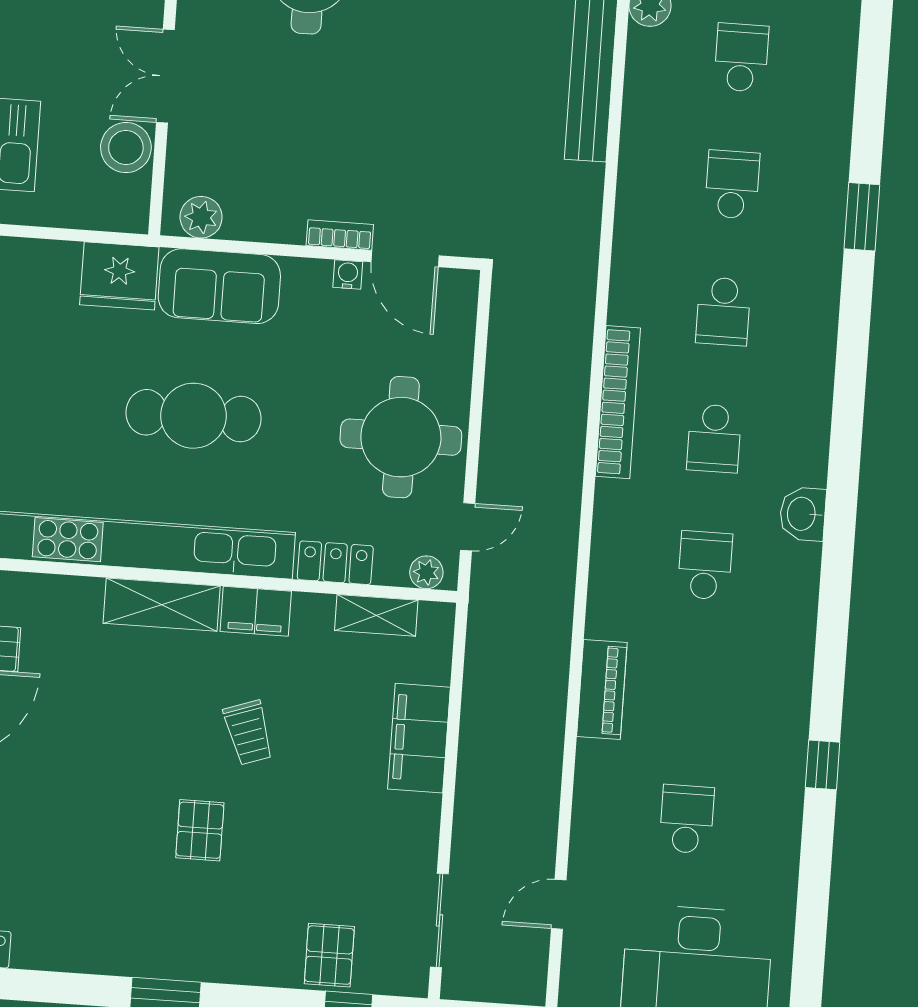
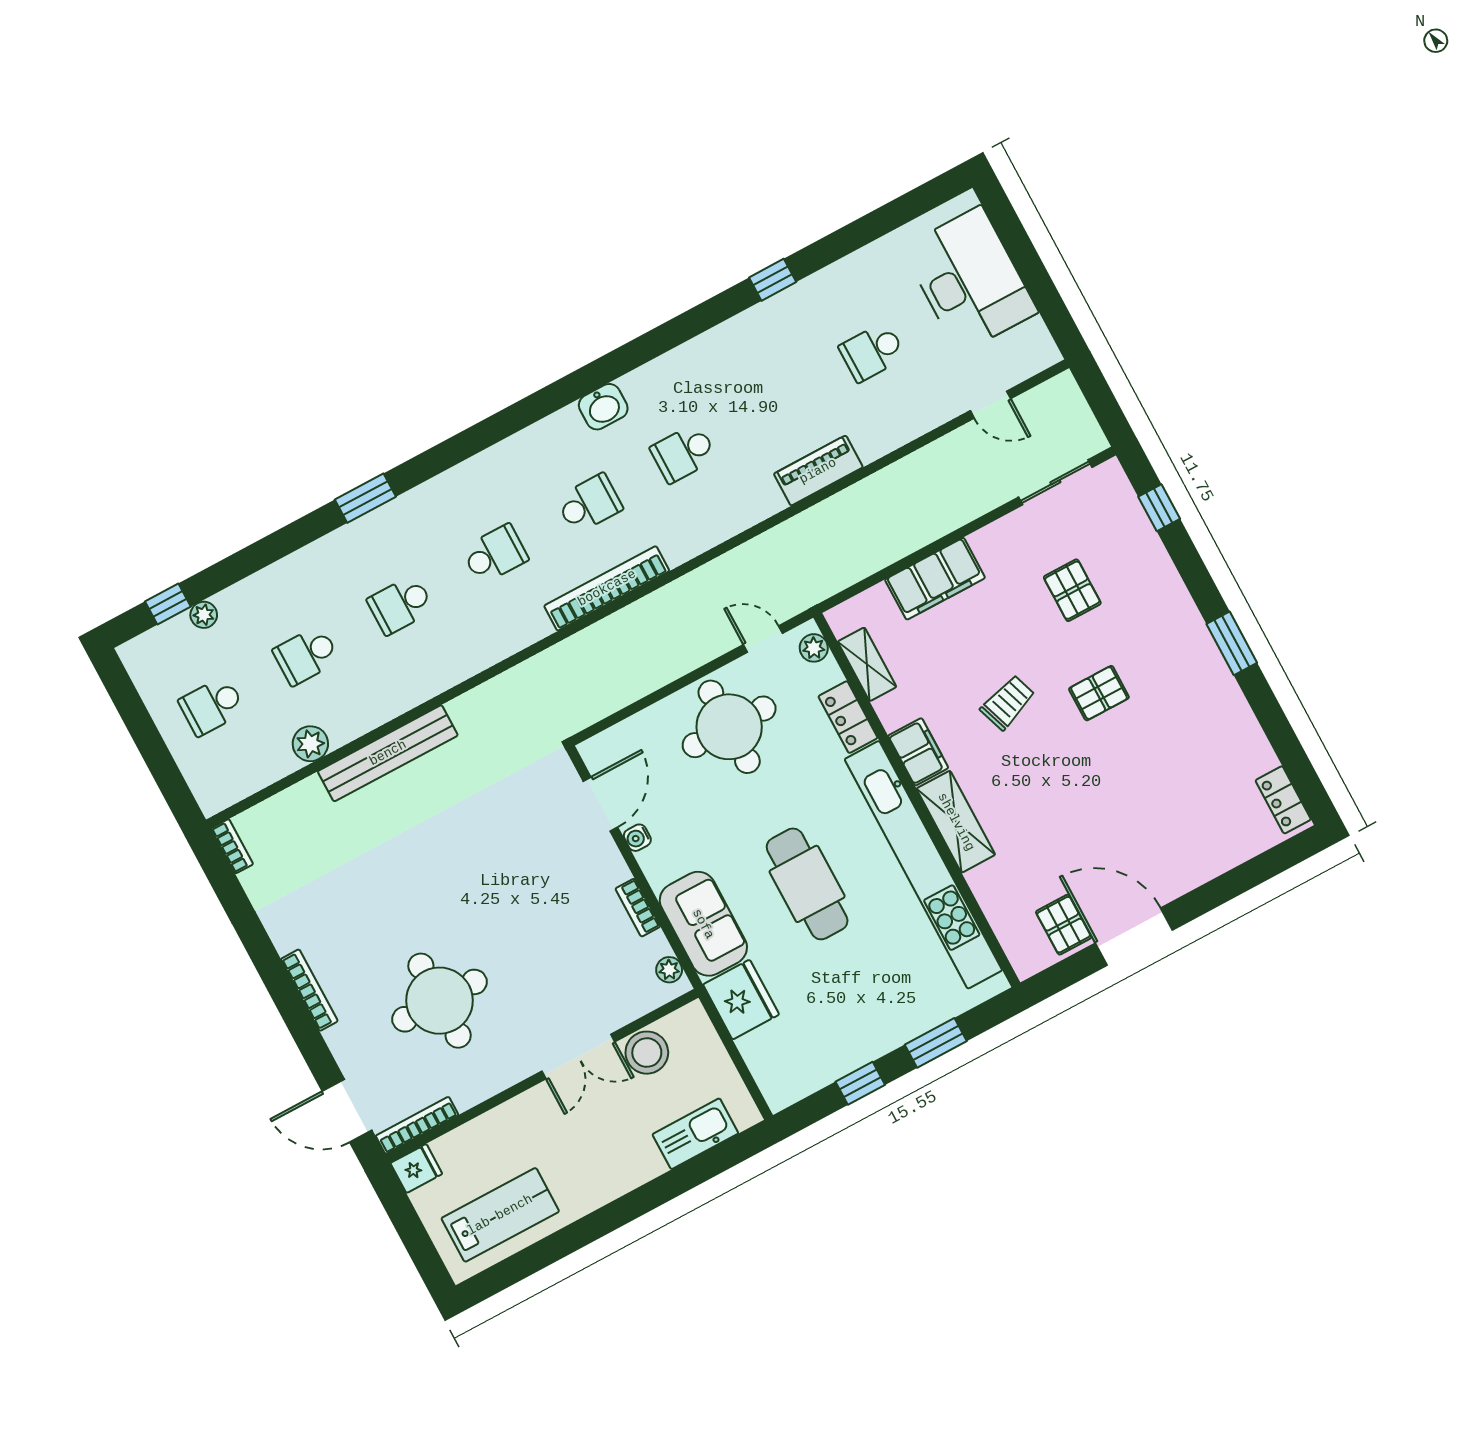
plant: (201, 217) -> (669, 970), width x0.73, depth x0.73
bookcase: (340, 235) -> (638, 908), moved
pallet: (329, 955) -> (1072, 590), moved, turned 90

